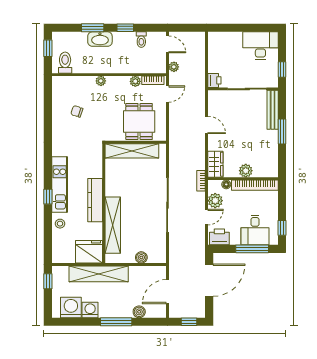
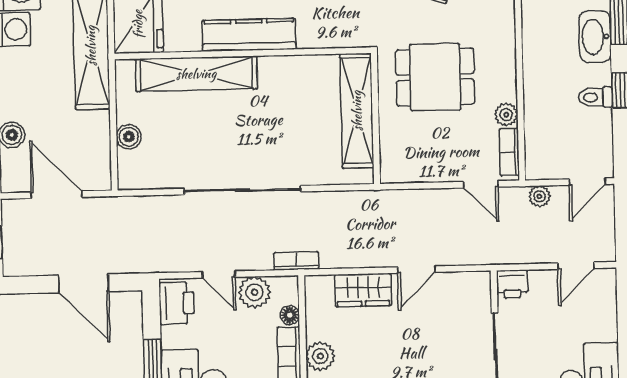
toilet: (141, 40) -> (595, 97), moved
door: (207, 51) -> (576, 266), added
plant: (101, 81) -> (505, 41), removed
dining table: (139, 121) -> (435, 77), moved
wardrobe: (215, 164) -> (363, 290), moved
door: (209, 280) -> (83, 283), width x0.73

